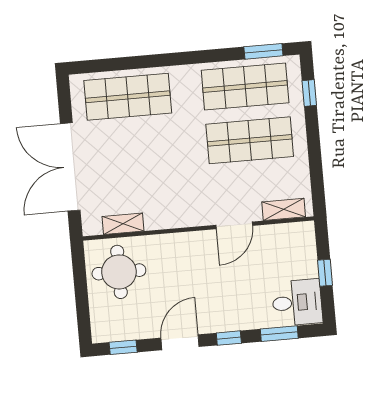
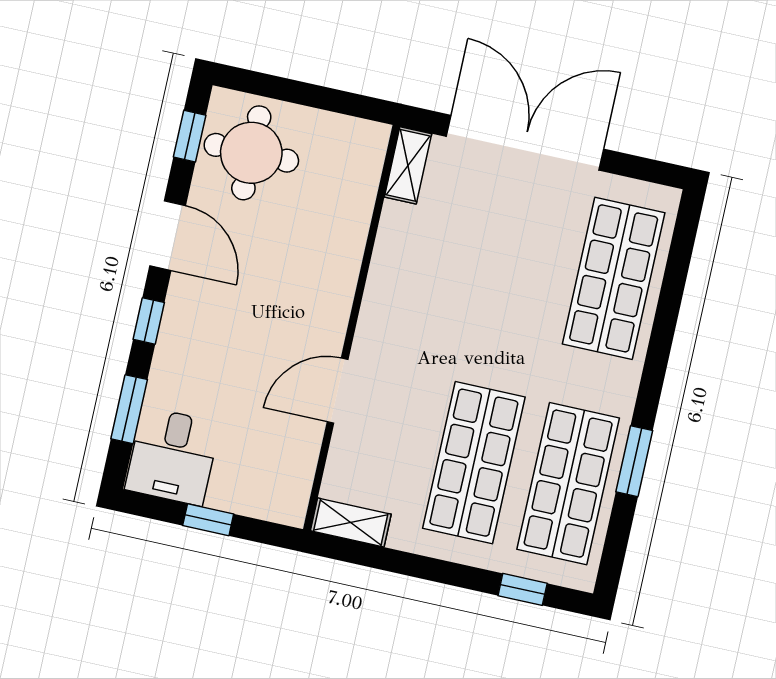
window: (263, 51) -> (634, 461), moved
shelving: (284, 209) -> (351, 522), moved, turned 90
shelving: (123, 224) -> (408, 165), moved
door: (234, 225) -> (338, 391), hinge flipped
round table: (119, 272) -> (251, 153), moved

